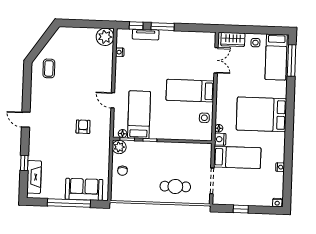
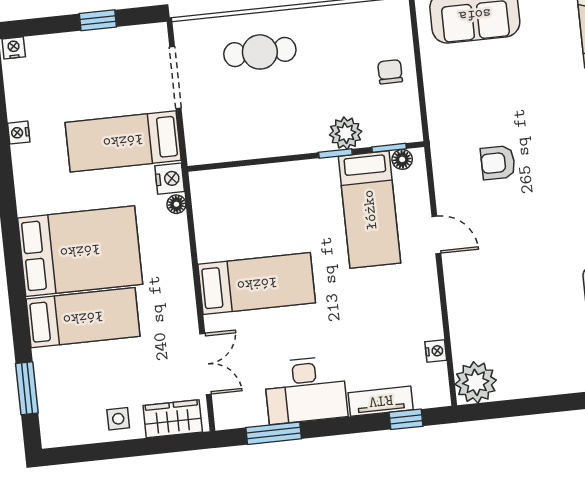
window: (163, 27) -> (274, 433), moved
desk: (176, 44) -> (306, 390), added
bed: (276, 57) -> (83, 318), moved, turned 90
double door: (216, 60) -> (205, 364), swing flipped
window: (292, 61) -> (27, 388), width x0.69
side table: (204, 118) -> (214, 224), removed
armchair: (83, 127) -> (498, 163), turned 90
plant: (119, 147) -> (346, 133), moved

